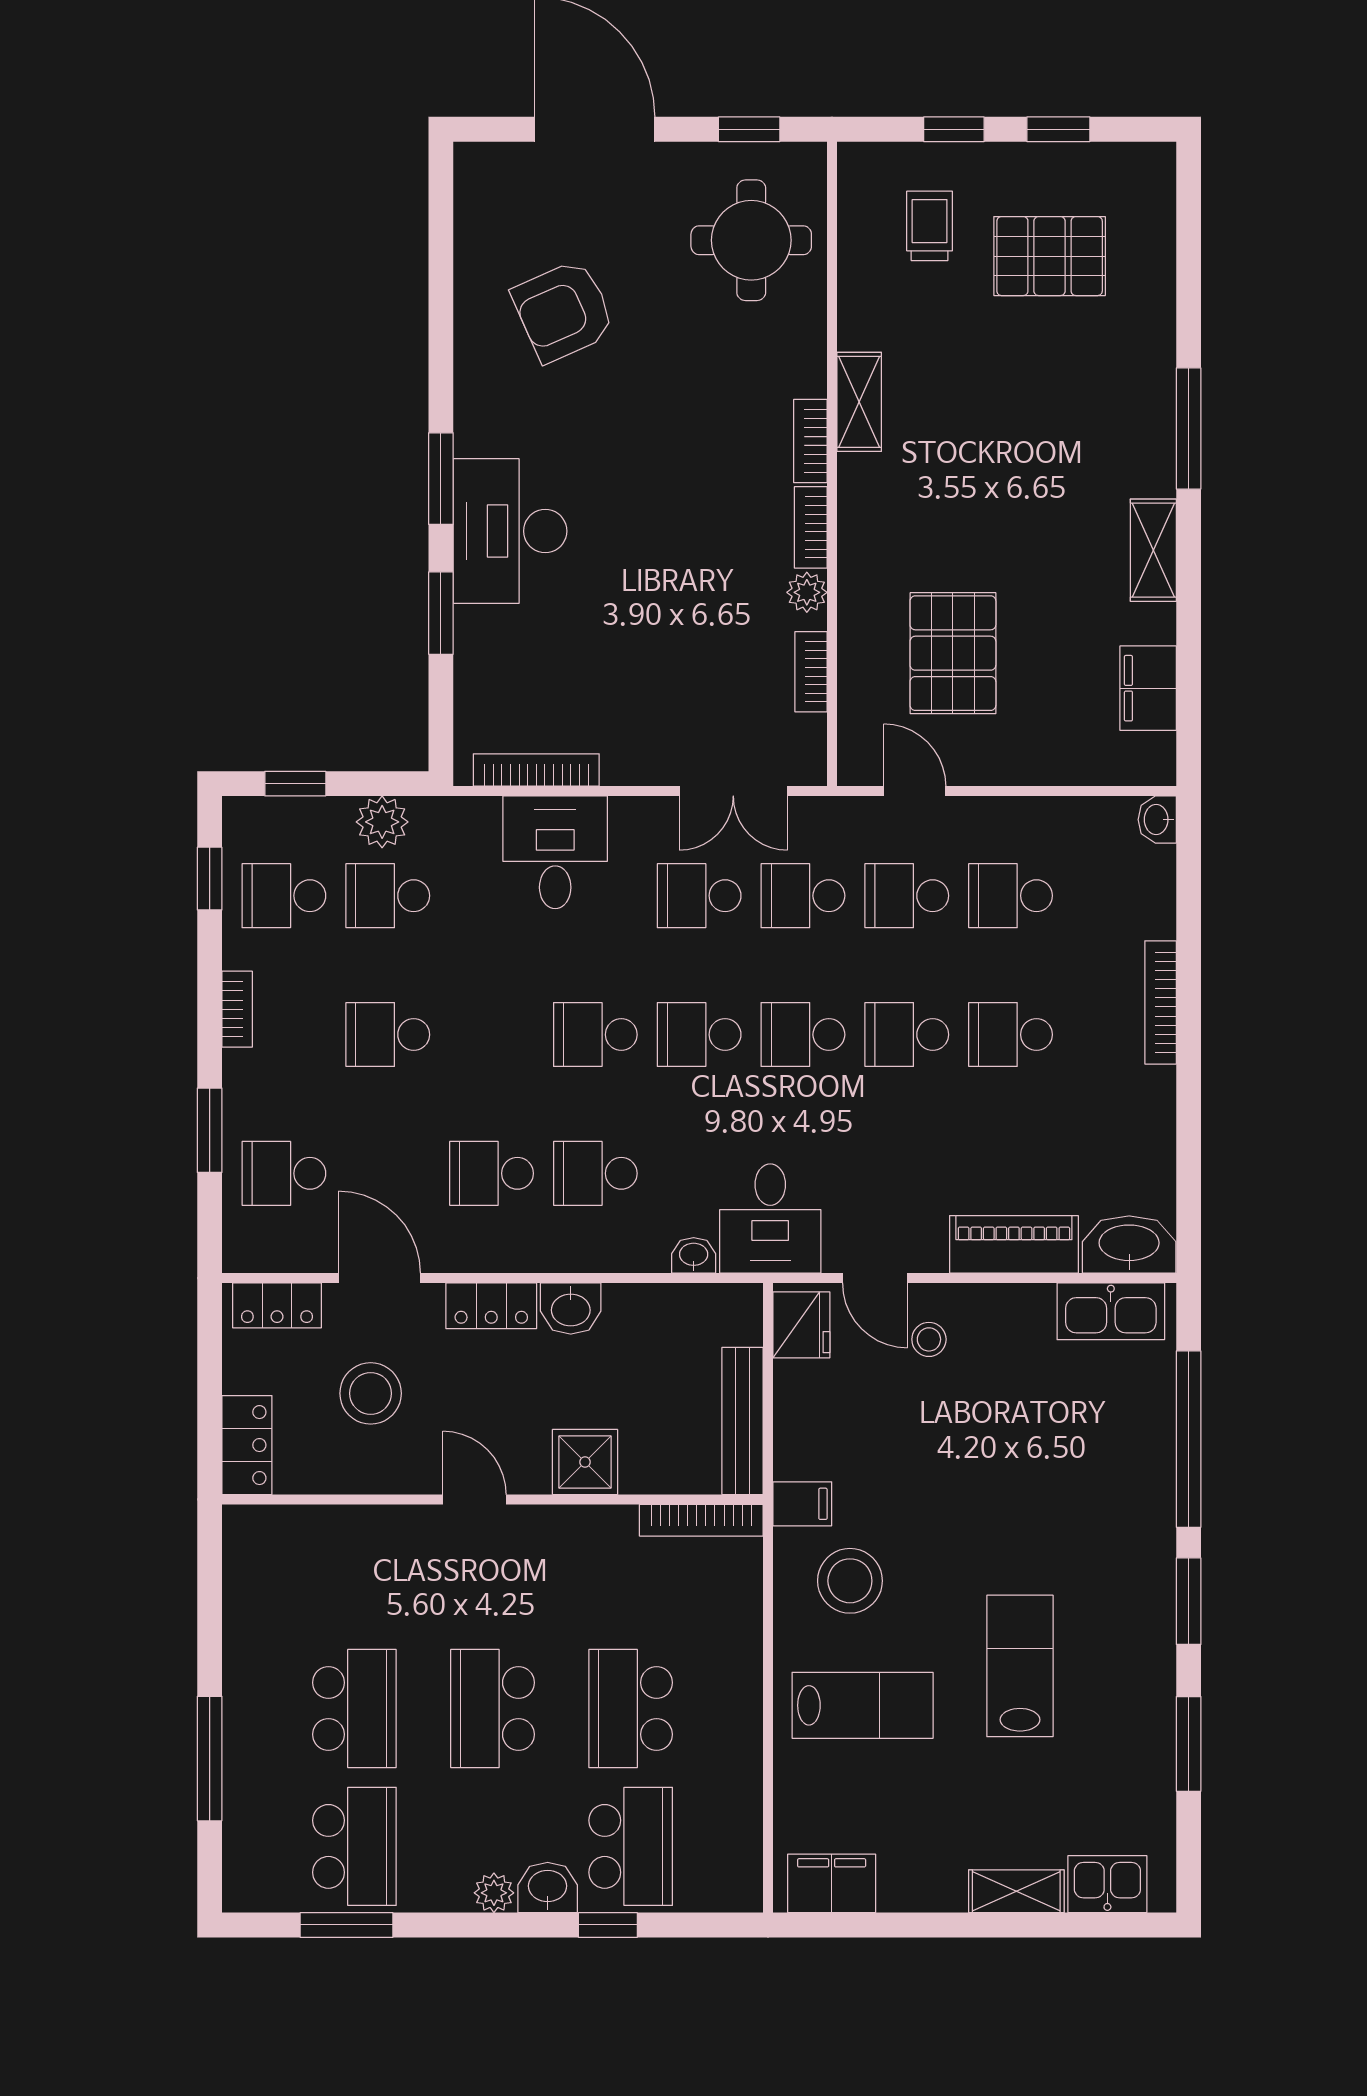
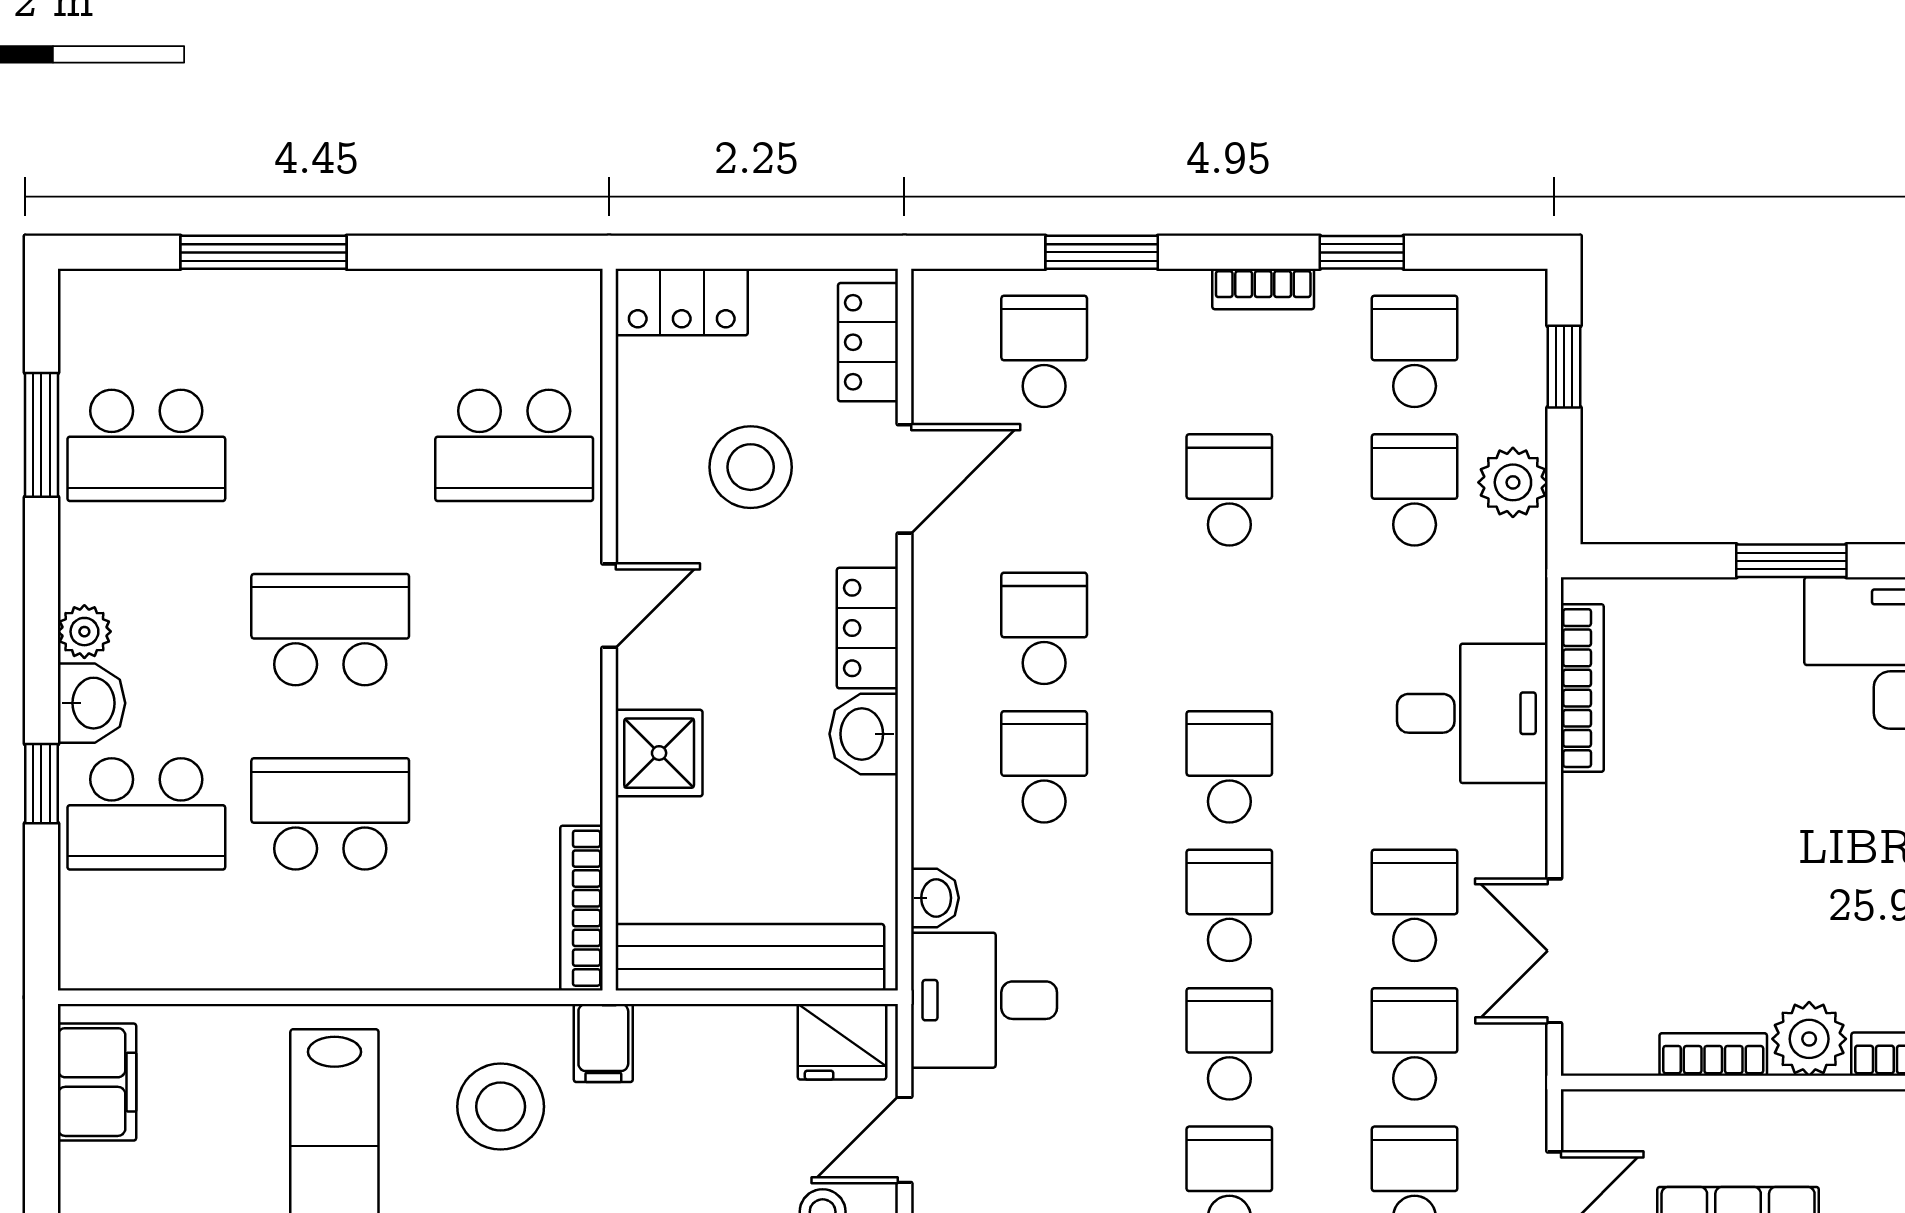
plant: (807, 592) -> (1809, 1039), width x1.38, depth x1.38
window: (210, 879) -> (1362, 252), moved
bench: (742, 1421) -> (750, 957), width x1.37, depth x1.21
school desk: (354, 1709) -> (514, 445), moved

